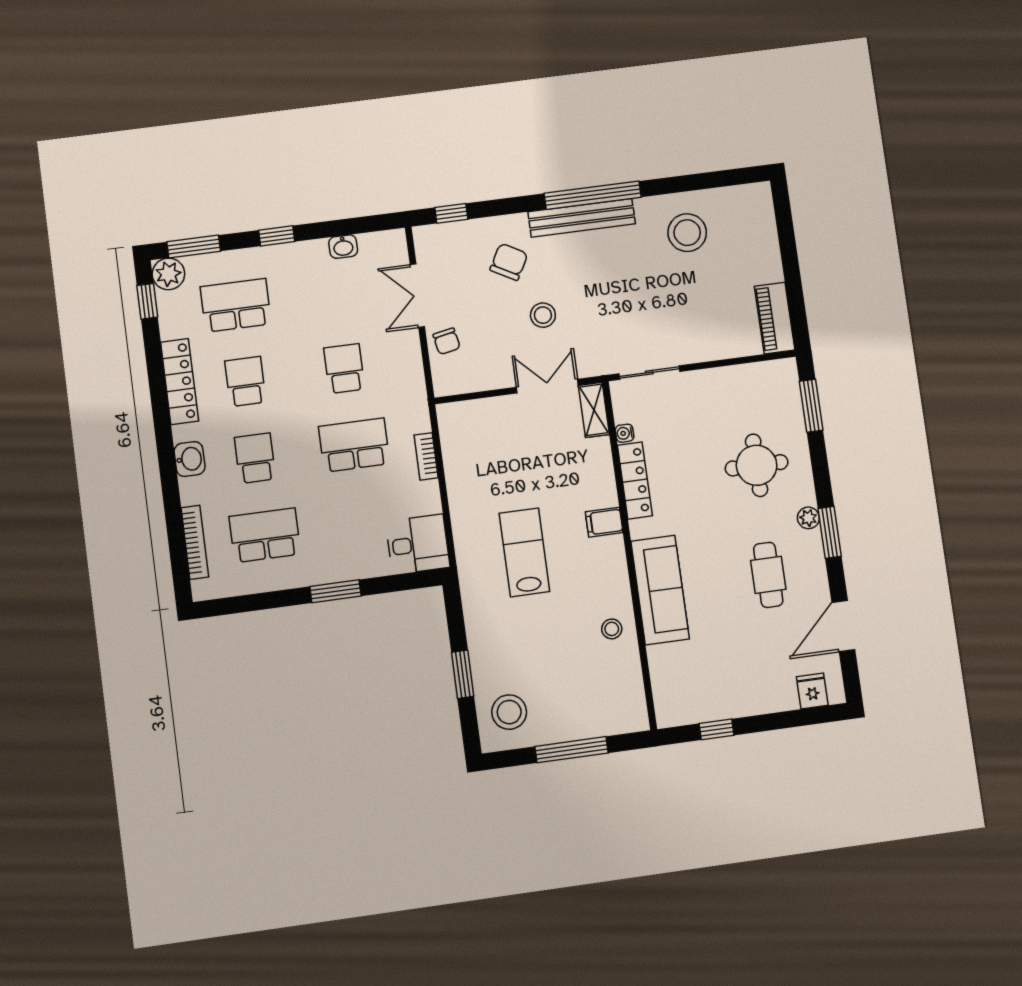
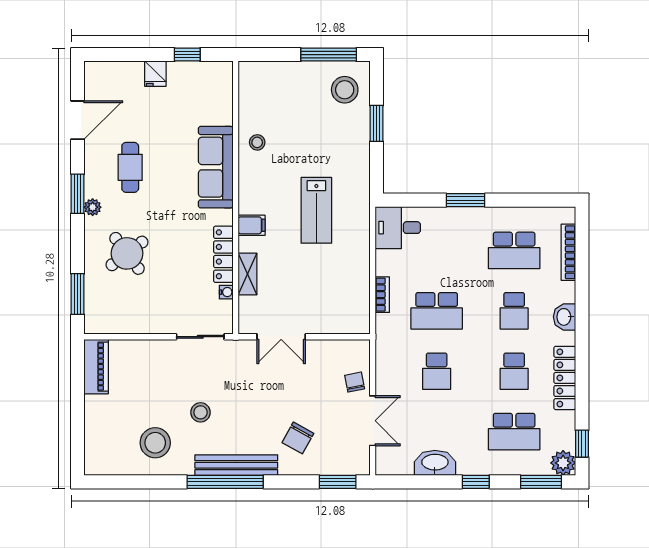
window: (451, 213) -> (338, 482), width x1.50
washbasin: (343, 247) -> (435, 463), width x1.91, depth x1.45
stool: (543, 315) -> (201, 412), moved
shelving: (594, 410) -> (248, 274), moved
round table: (757, 465) -> (127, 253), turned -37
fridge: (812, 691) -> (155, 74), moved
window: (571, 750) -> (329, 55), moved

